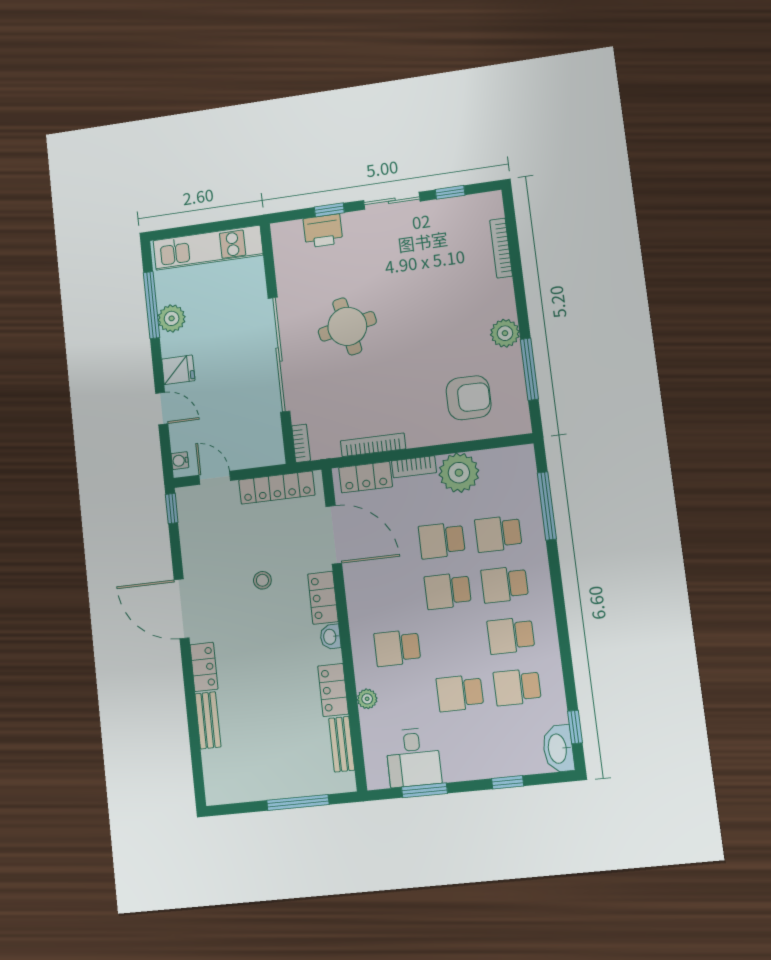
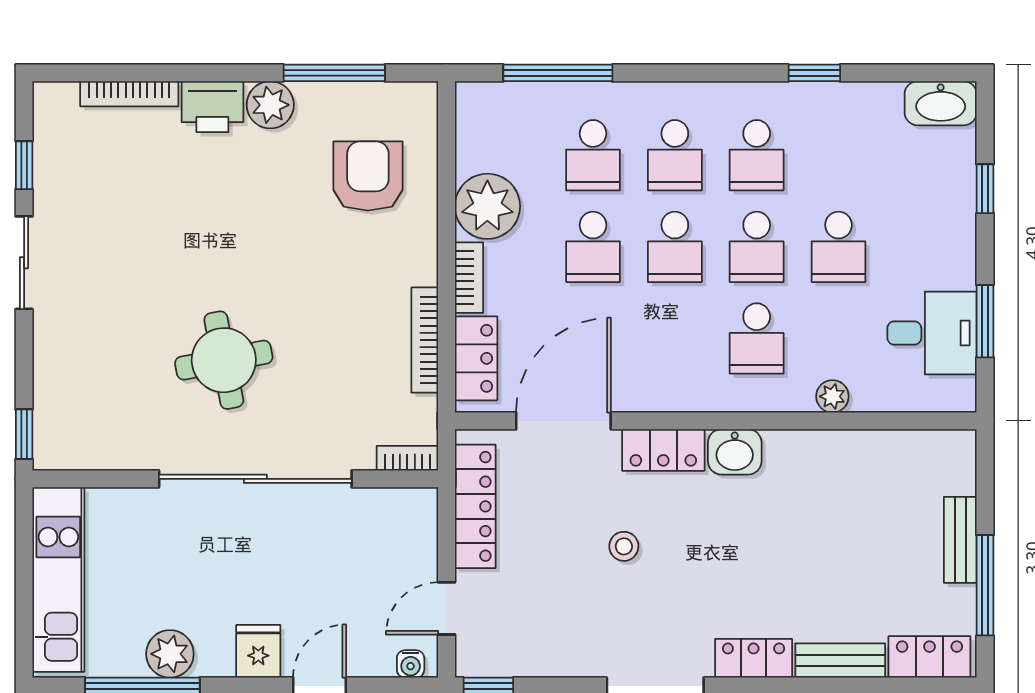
window: (329, 210) -> (24, 434), moved
printer: (323, 231) -> (212, 107), moved, turned 90
washbasin: (330, 637) -> (735, 452), width x1.38, depth x1.45
school desk: (517, 687) -> (757, 247), moved
locker: (333, 690) -> (929, 657), moved, turned 180
window: (575, 727) -> (814, 73), moved
bench: (342, 744) -> (960, 540), moved, turned 90
window: (298, 802) -> (985, 585), moved

